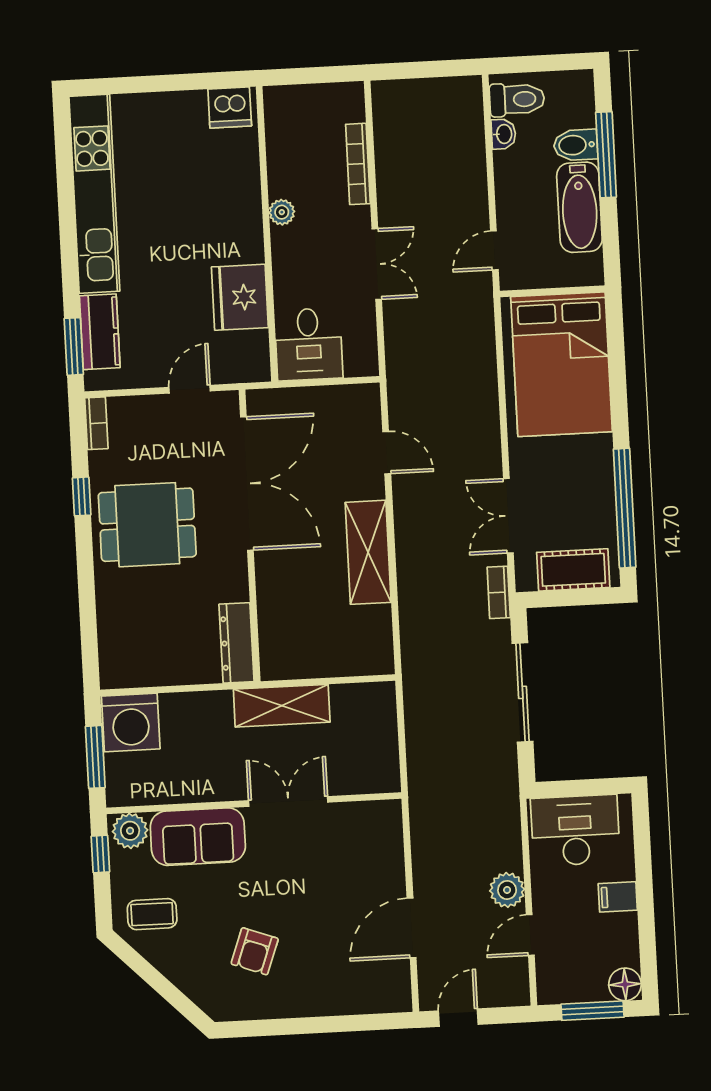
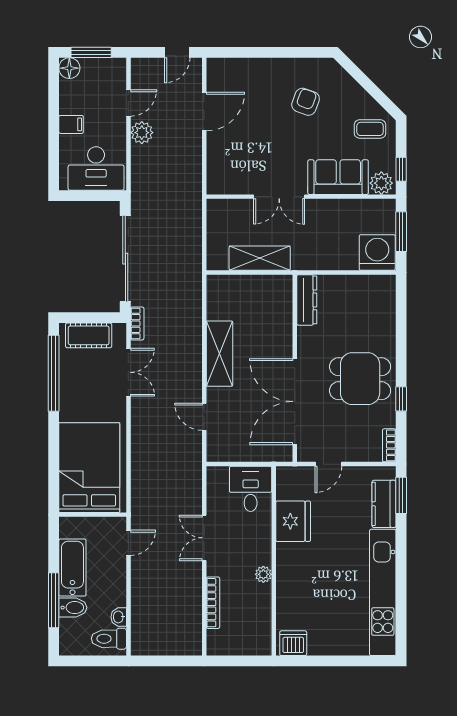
sliding door: (522, 692) -> (125, 259), width x1.36
shelving: (282, 706) -> (260, 258), moved

